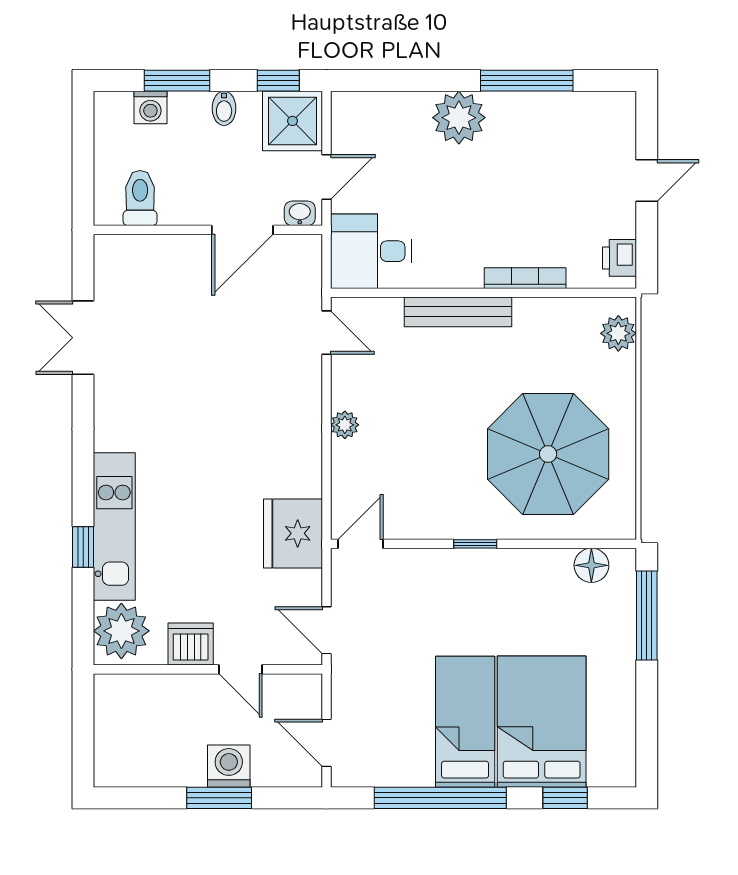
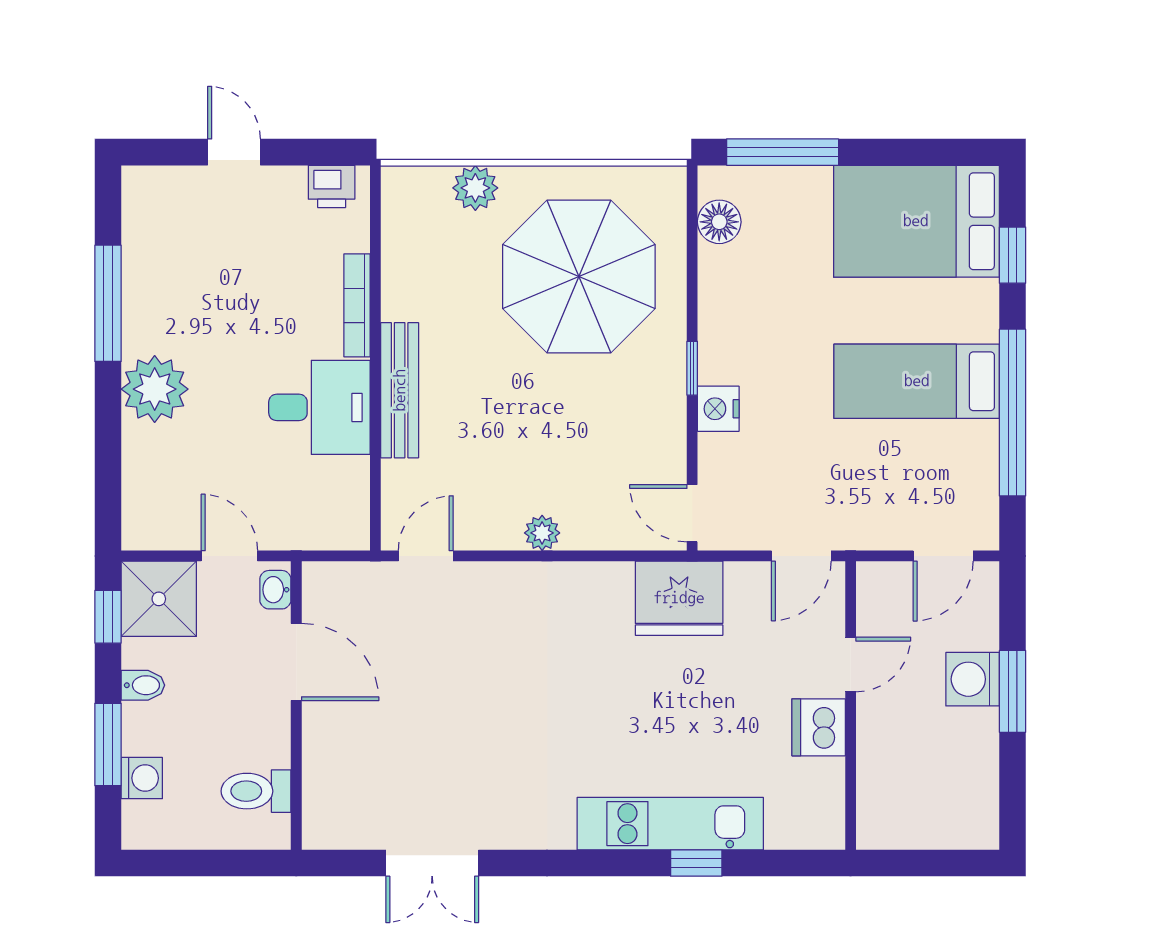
desk: (371, 251) -> (319, 407), moved, turned -90
plant: (618, 333) -> (475, 188), moved
nightstand: (443, 565) -> (718, 409), added
plant: (121, 631) -> (802, 815), removed
bed: (542, 722) -> (916, 221), moved

